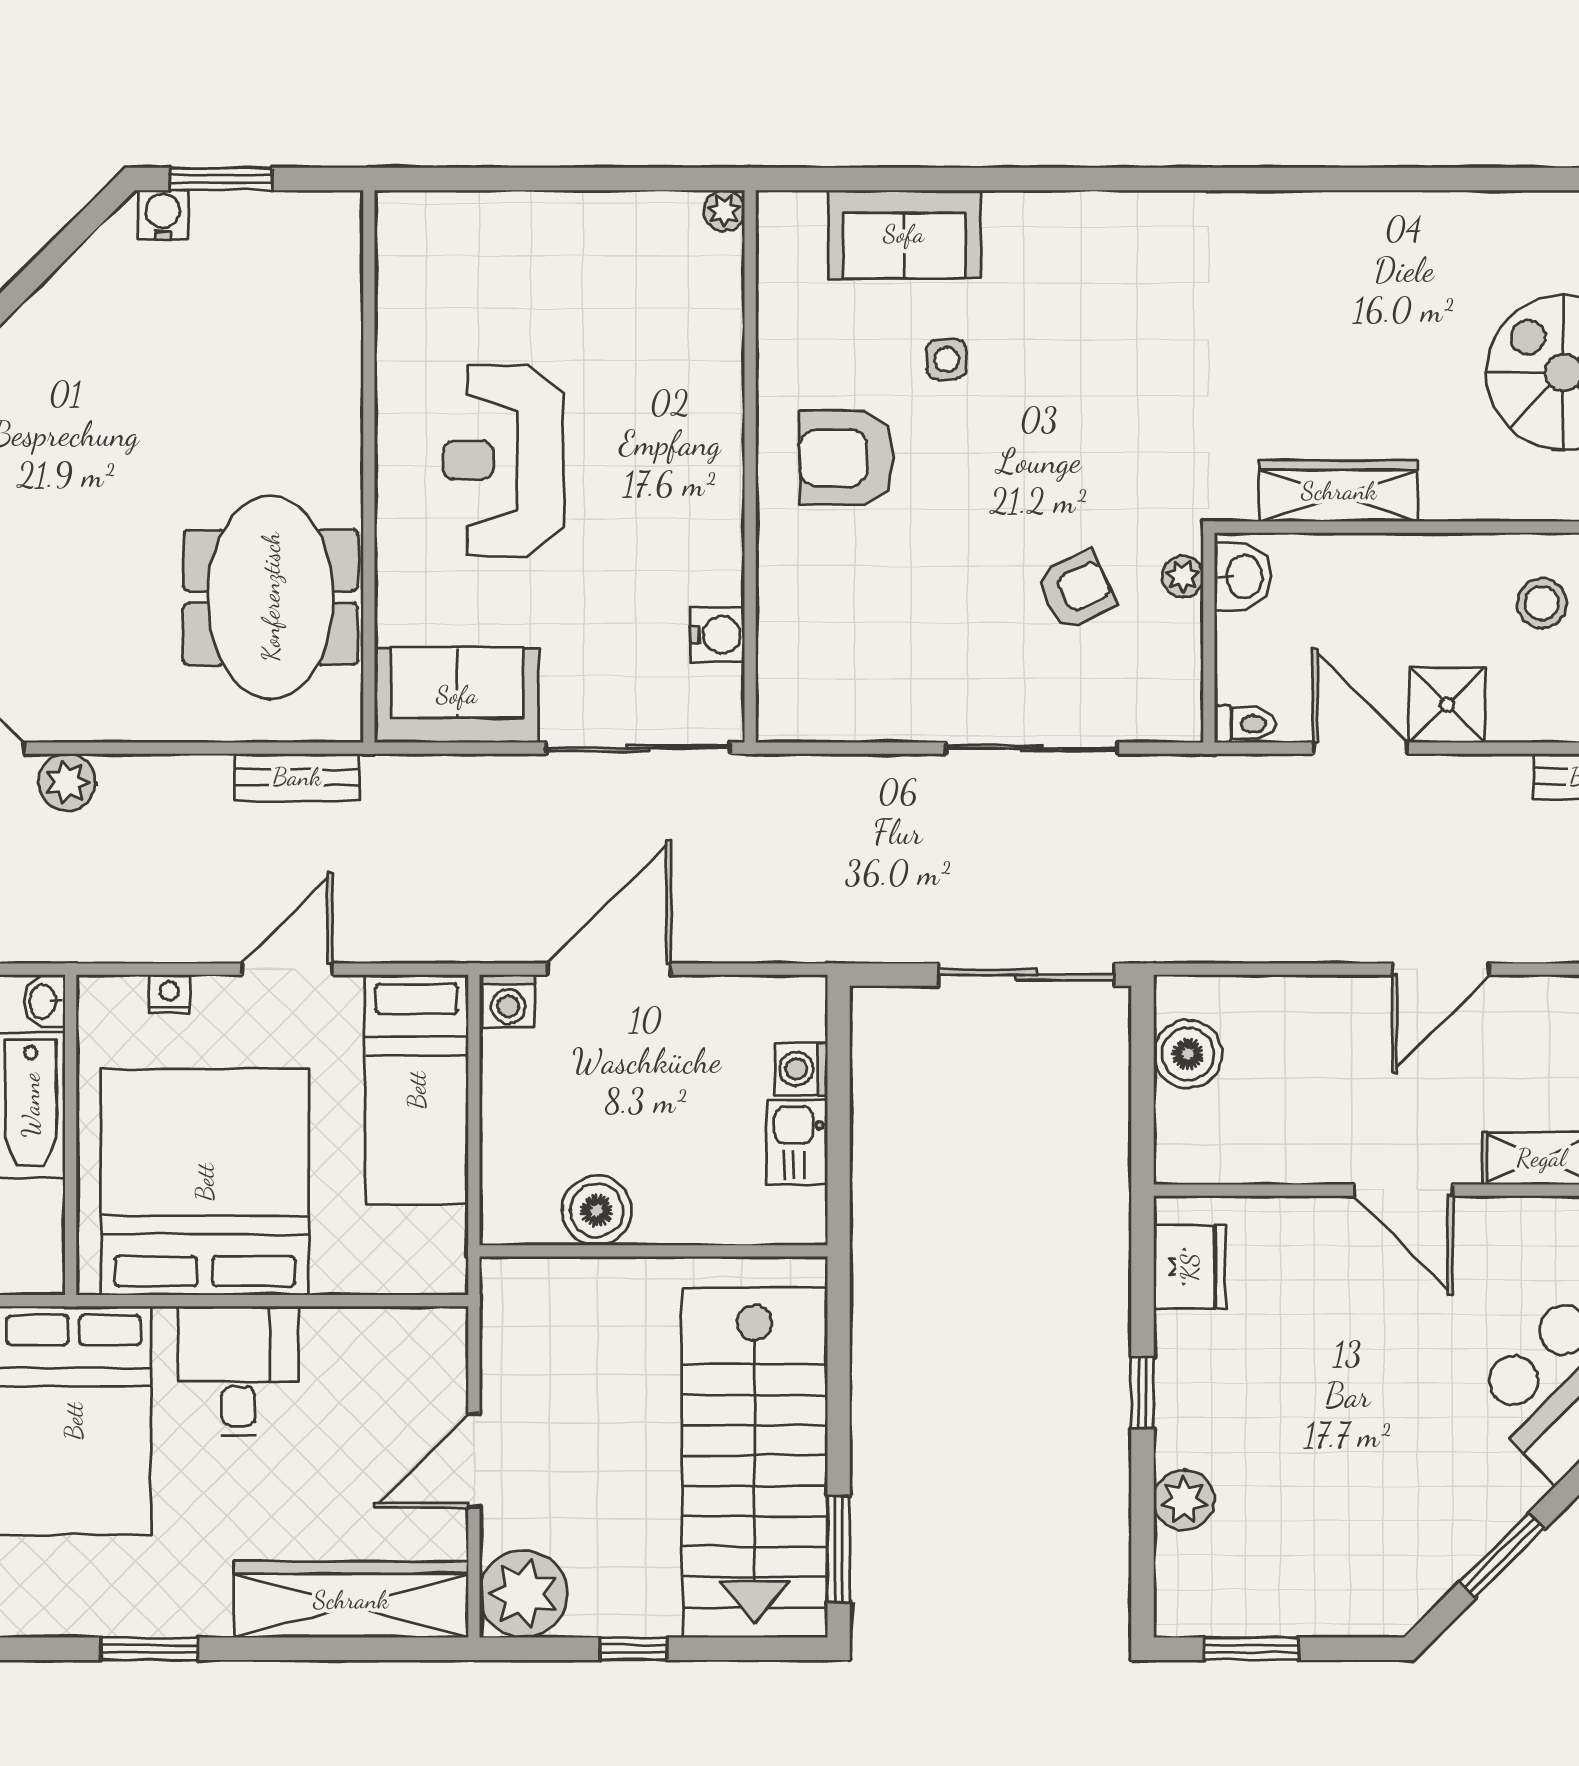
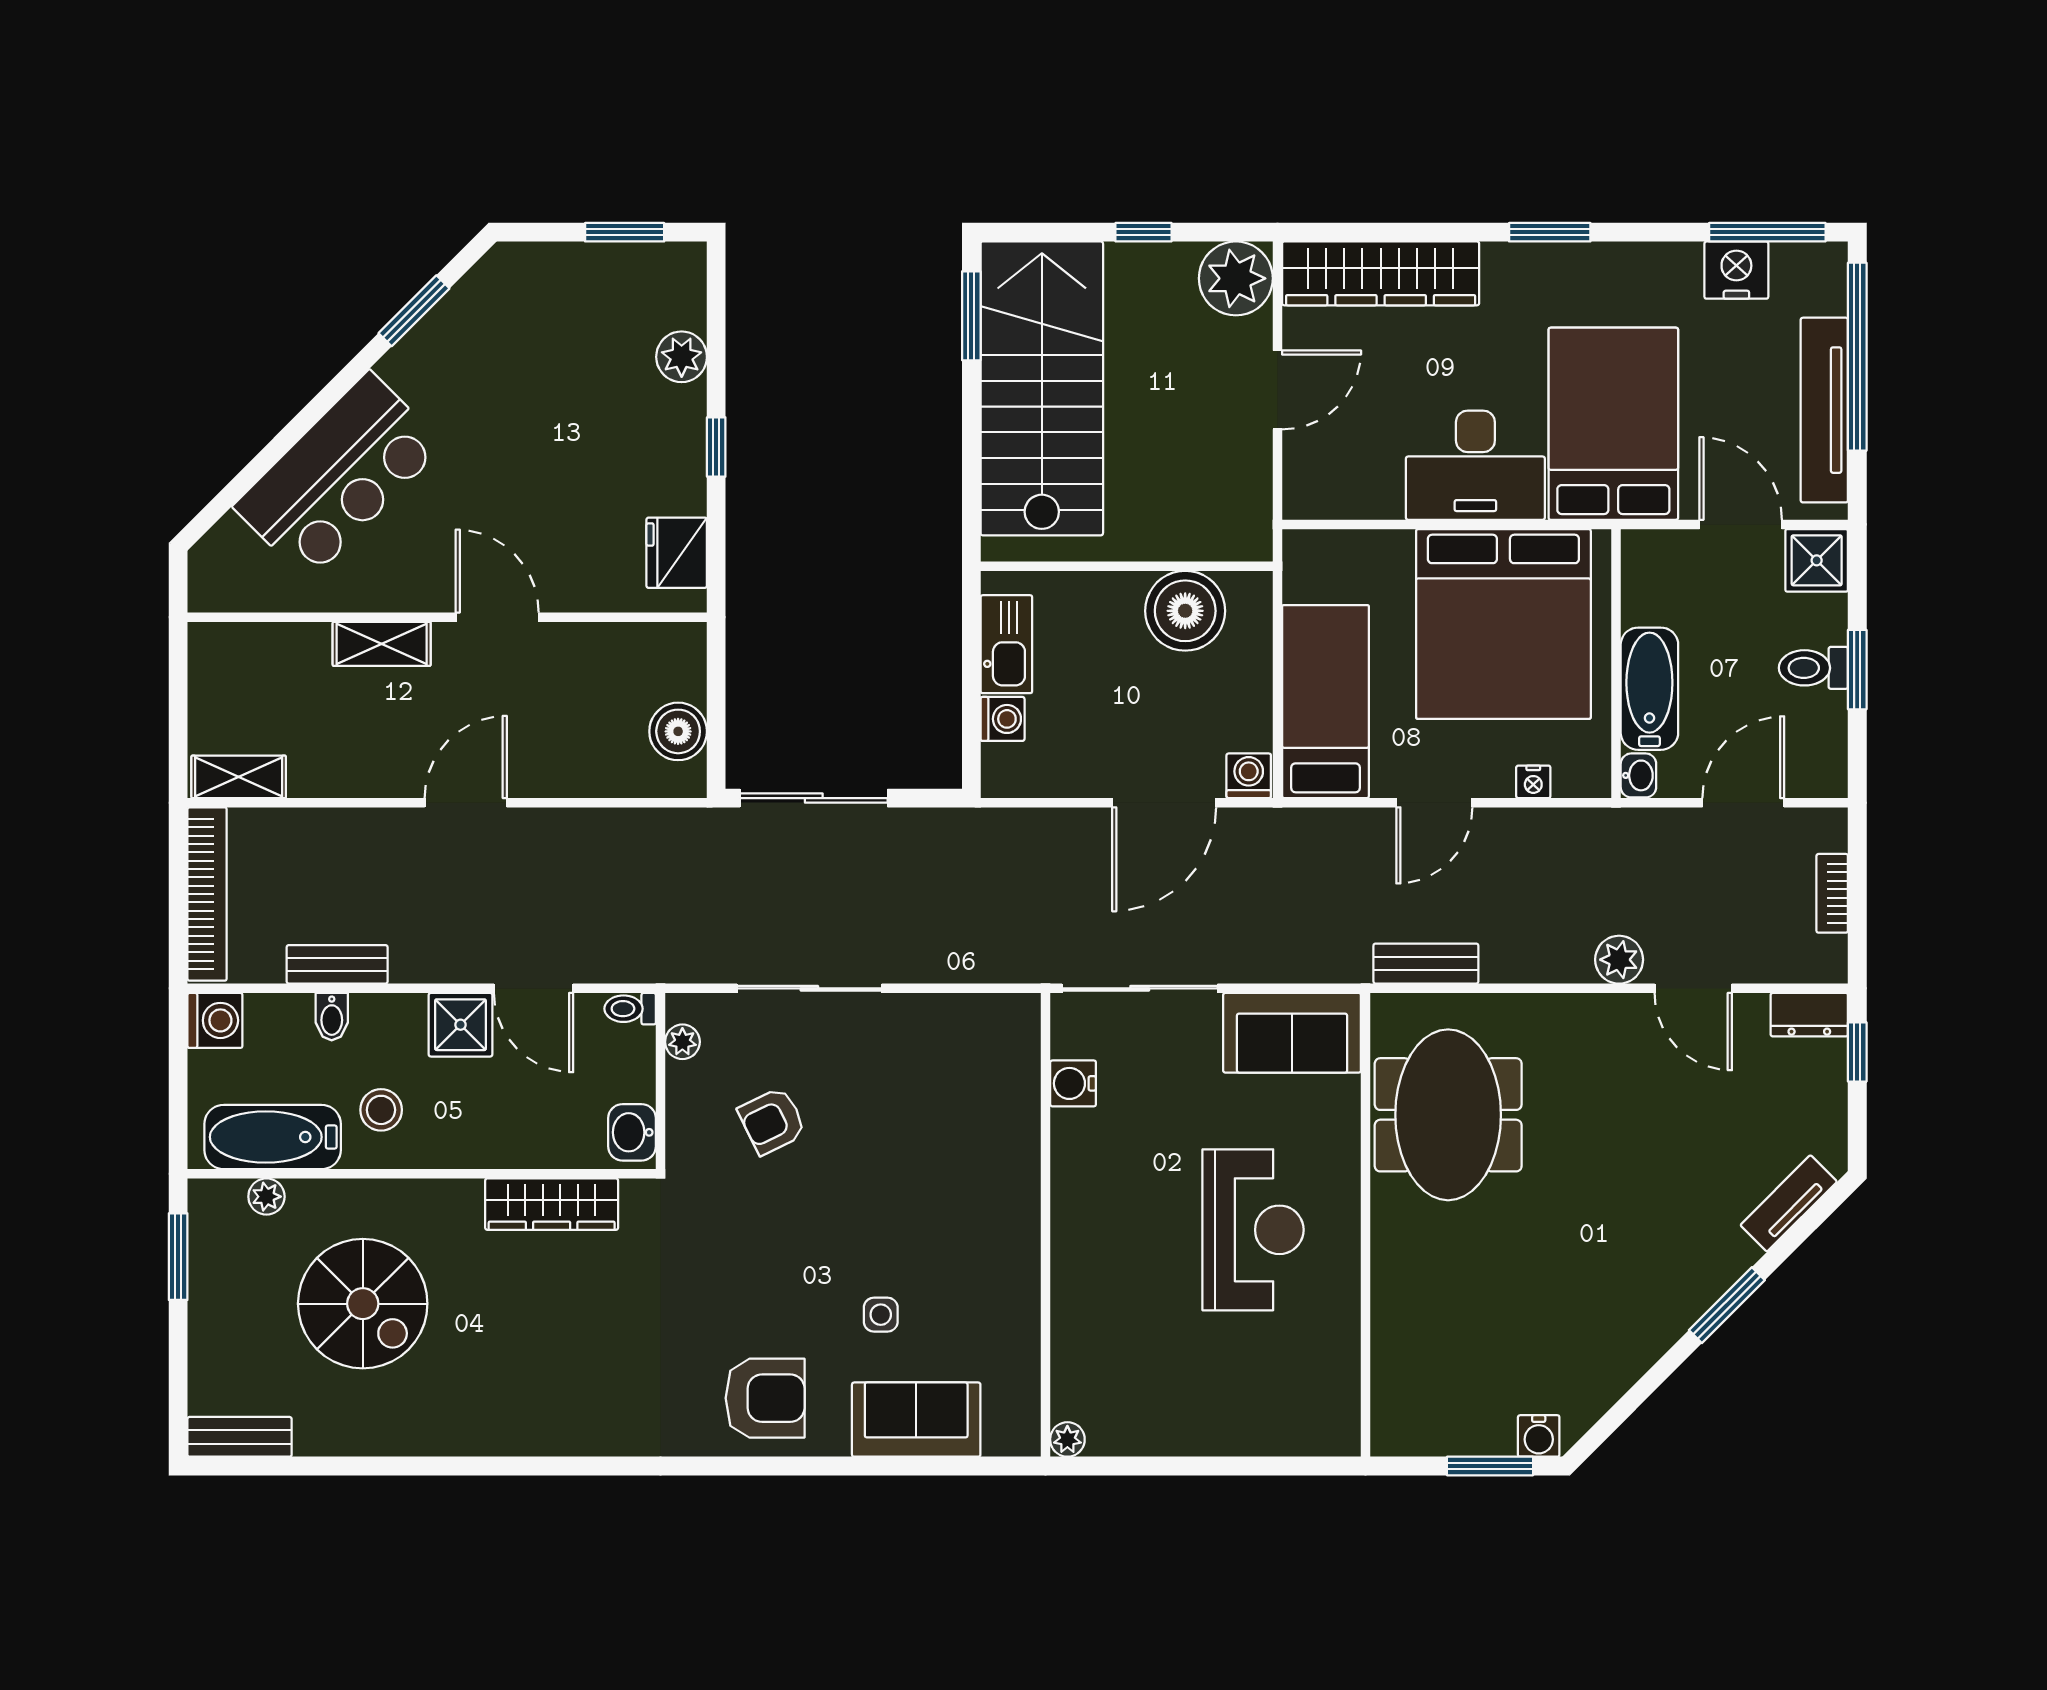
armchair: (846, 458) -> (765, 1398), moved
plant: (1183, 576) -> (682, 1042), moved
kitchen sink: (797, 1142) -> (1006, 644), width x1.38
boiler: (597, 1211) -> (1185, 611), width x1.37, depth x1.37
desk: (238, 1371) -> (1475, 465), width x1.37

